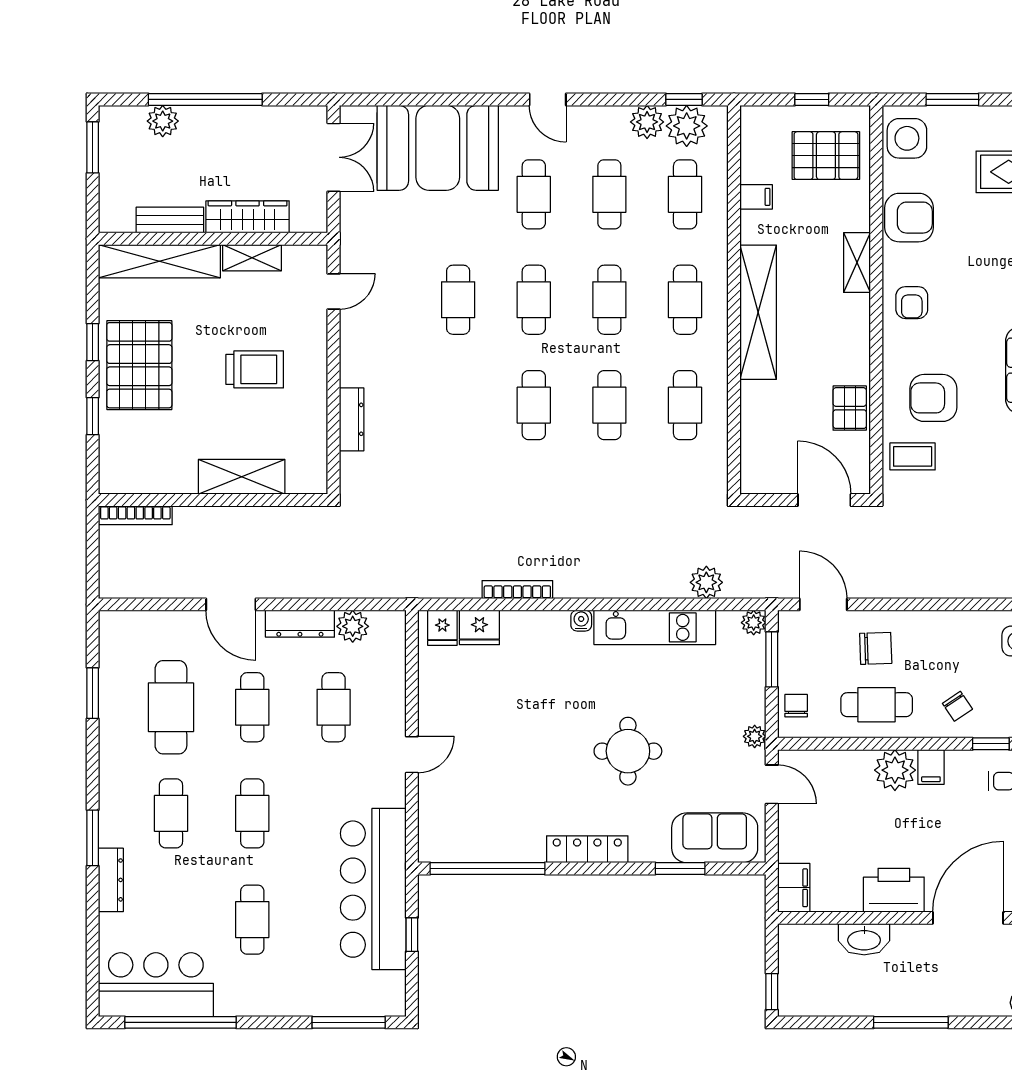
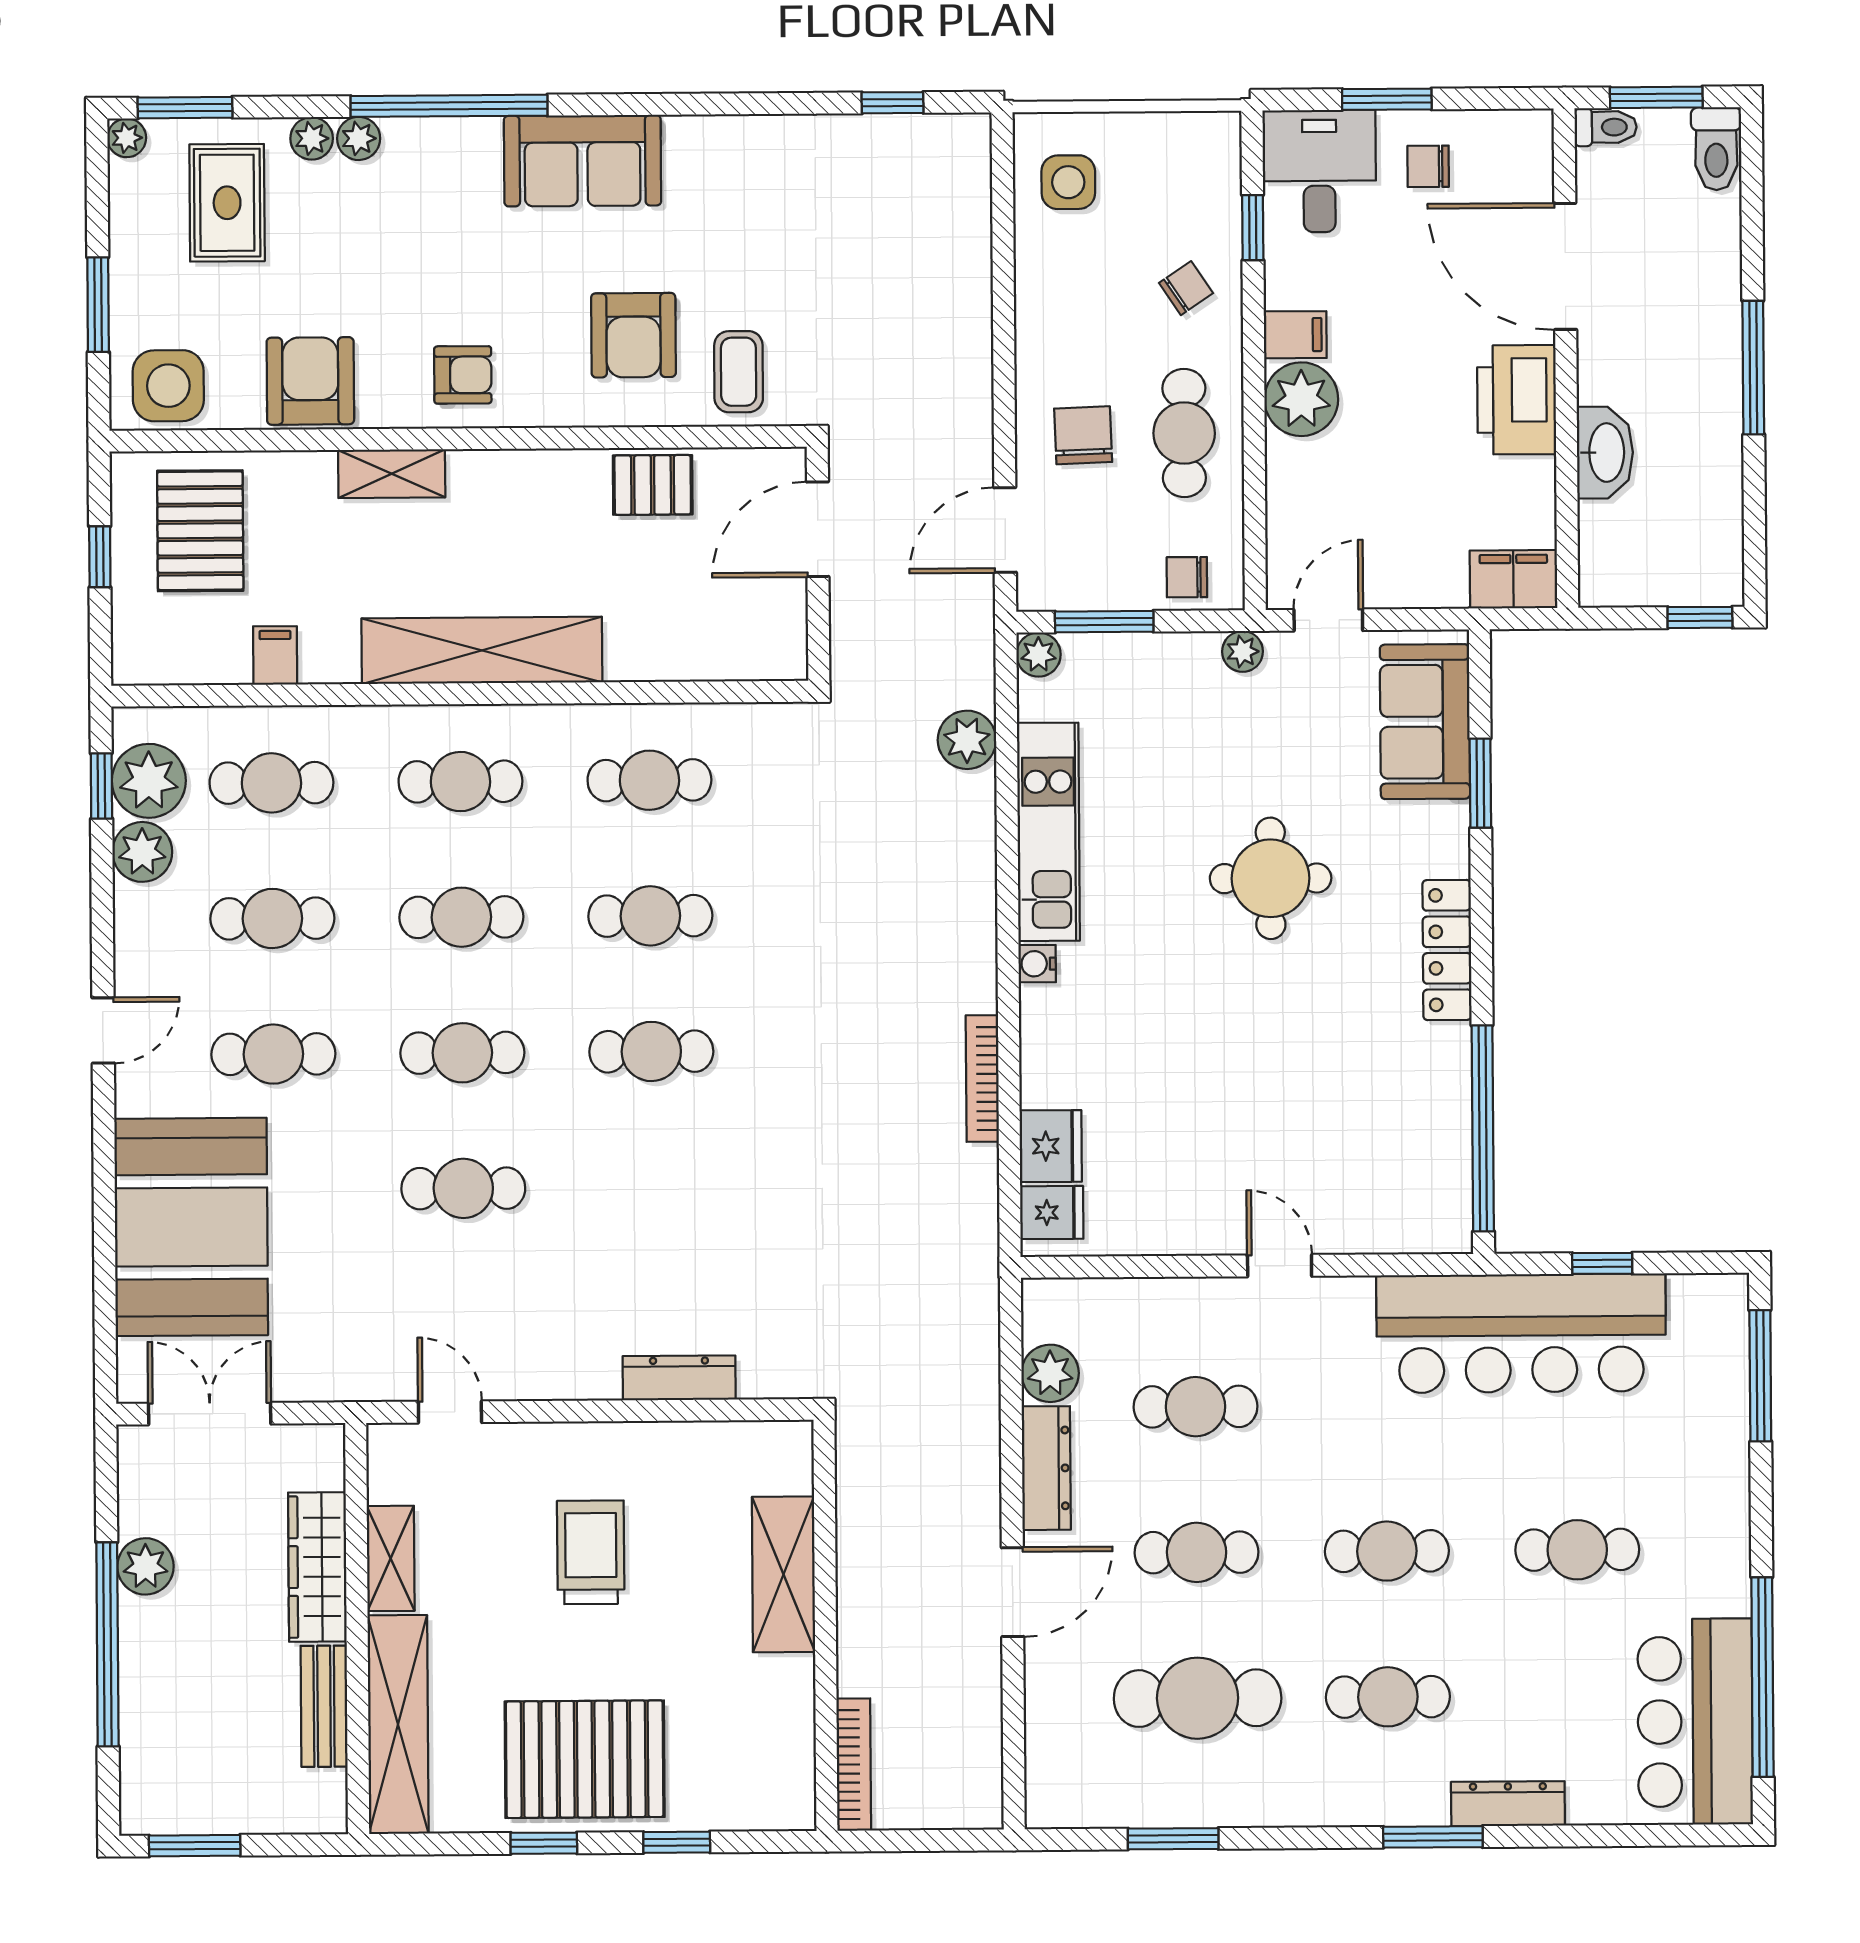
plant: (163, 121) -> (145, 1566), moved

